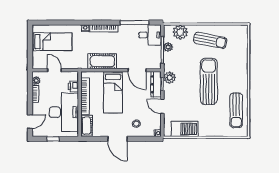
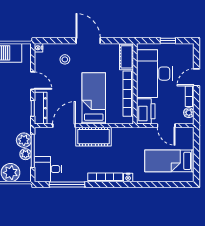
cot: (102, 61) -> (94, 137), moved
door: (137, 70) -> (64, 126), hinge flipped
plant: (169, 78) -> (24, 140), moved
printer: (73, 87) -> (146, 111), width x1.87, depth x1.48
door: (30, 121) -> (196, 77), moved

